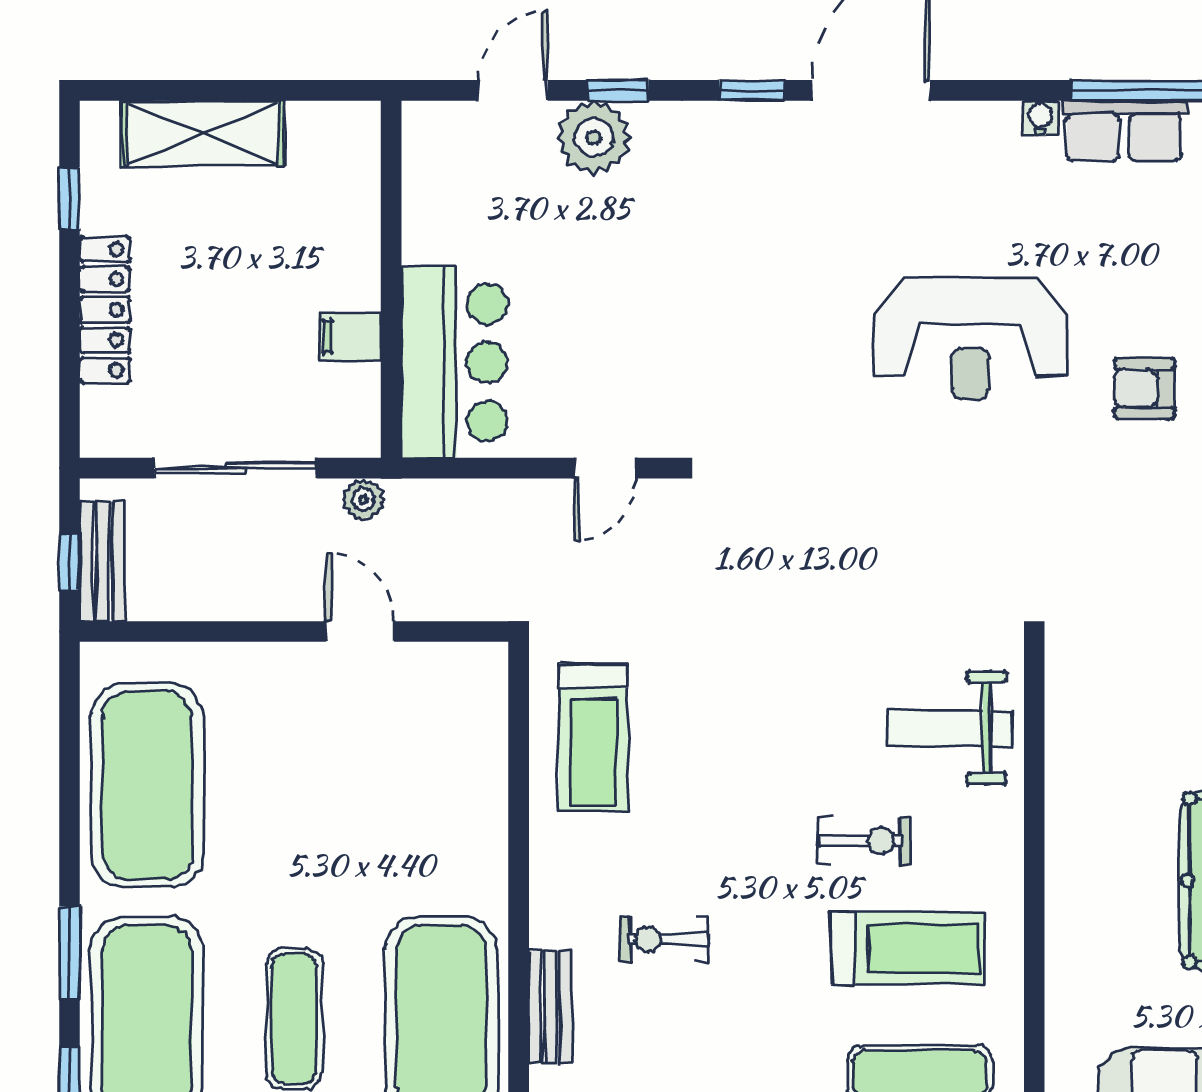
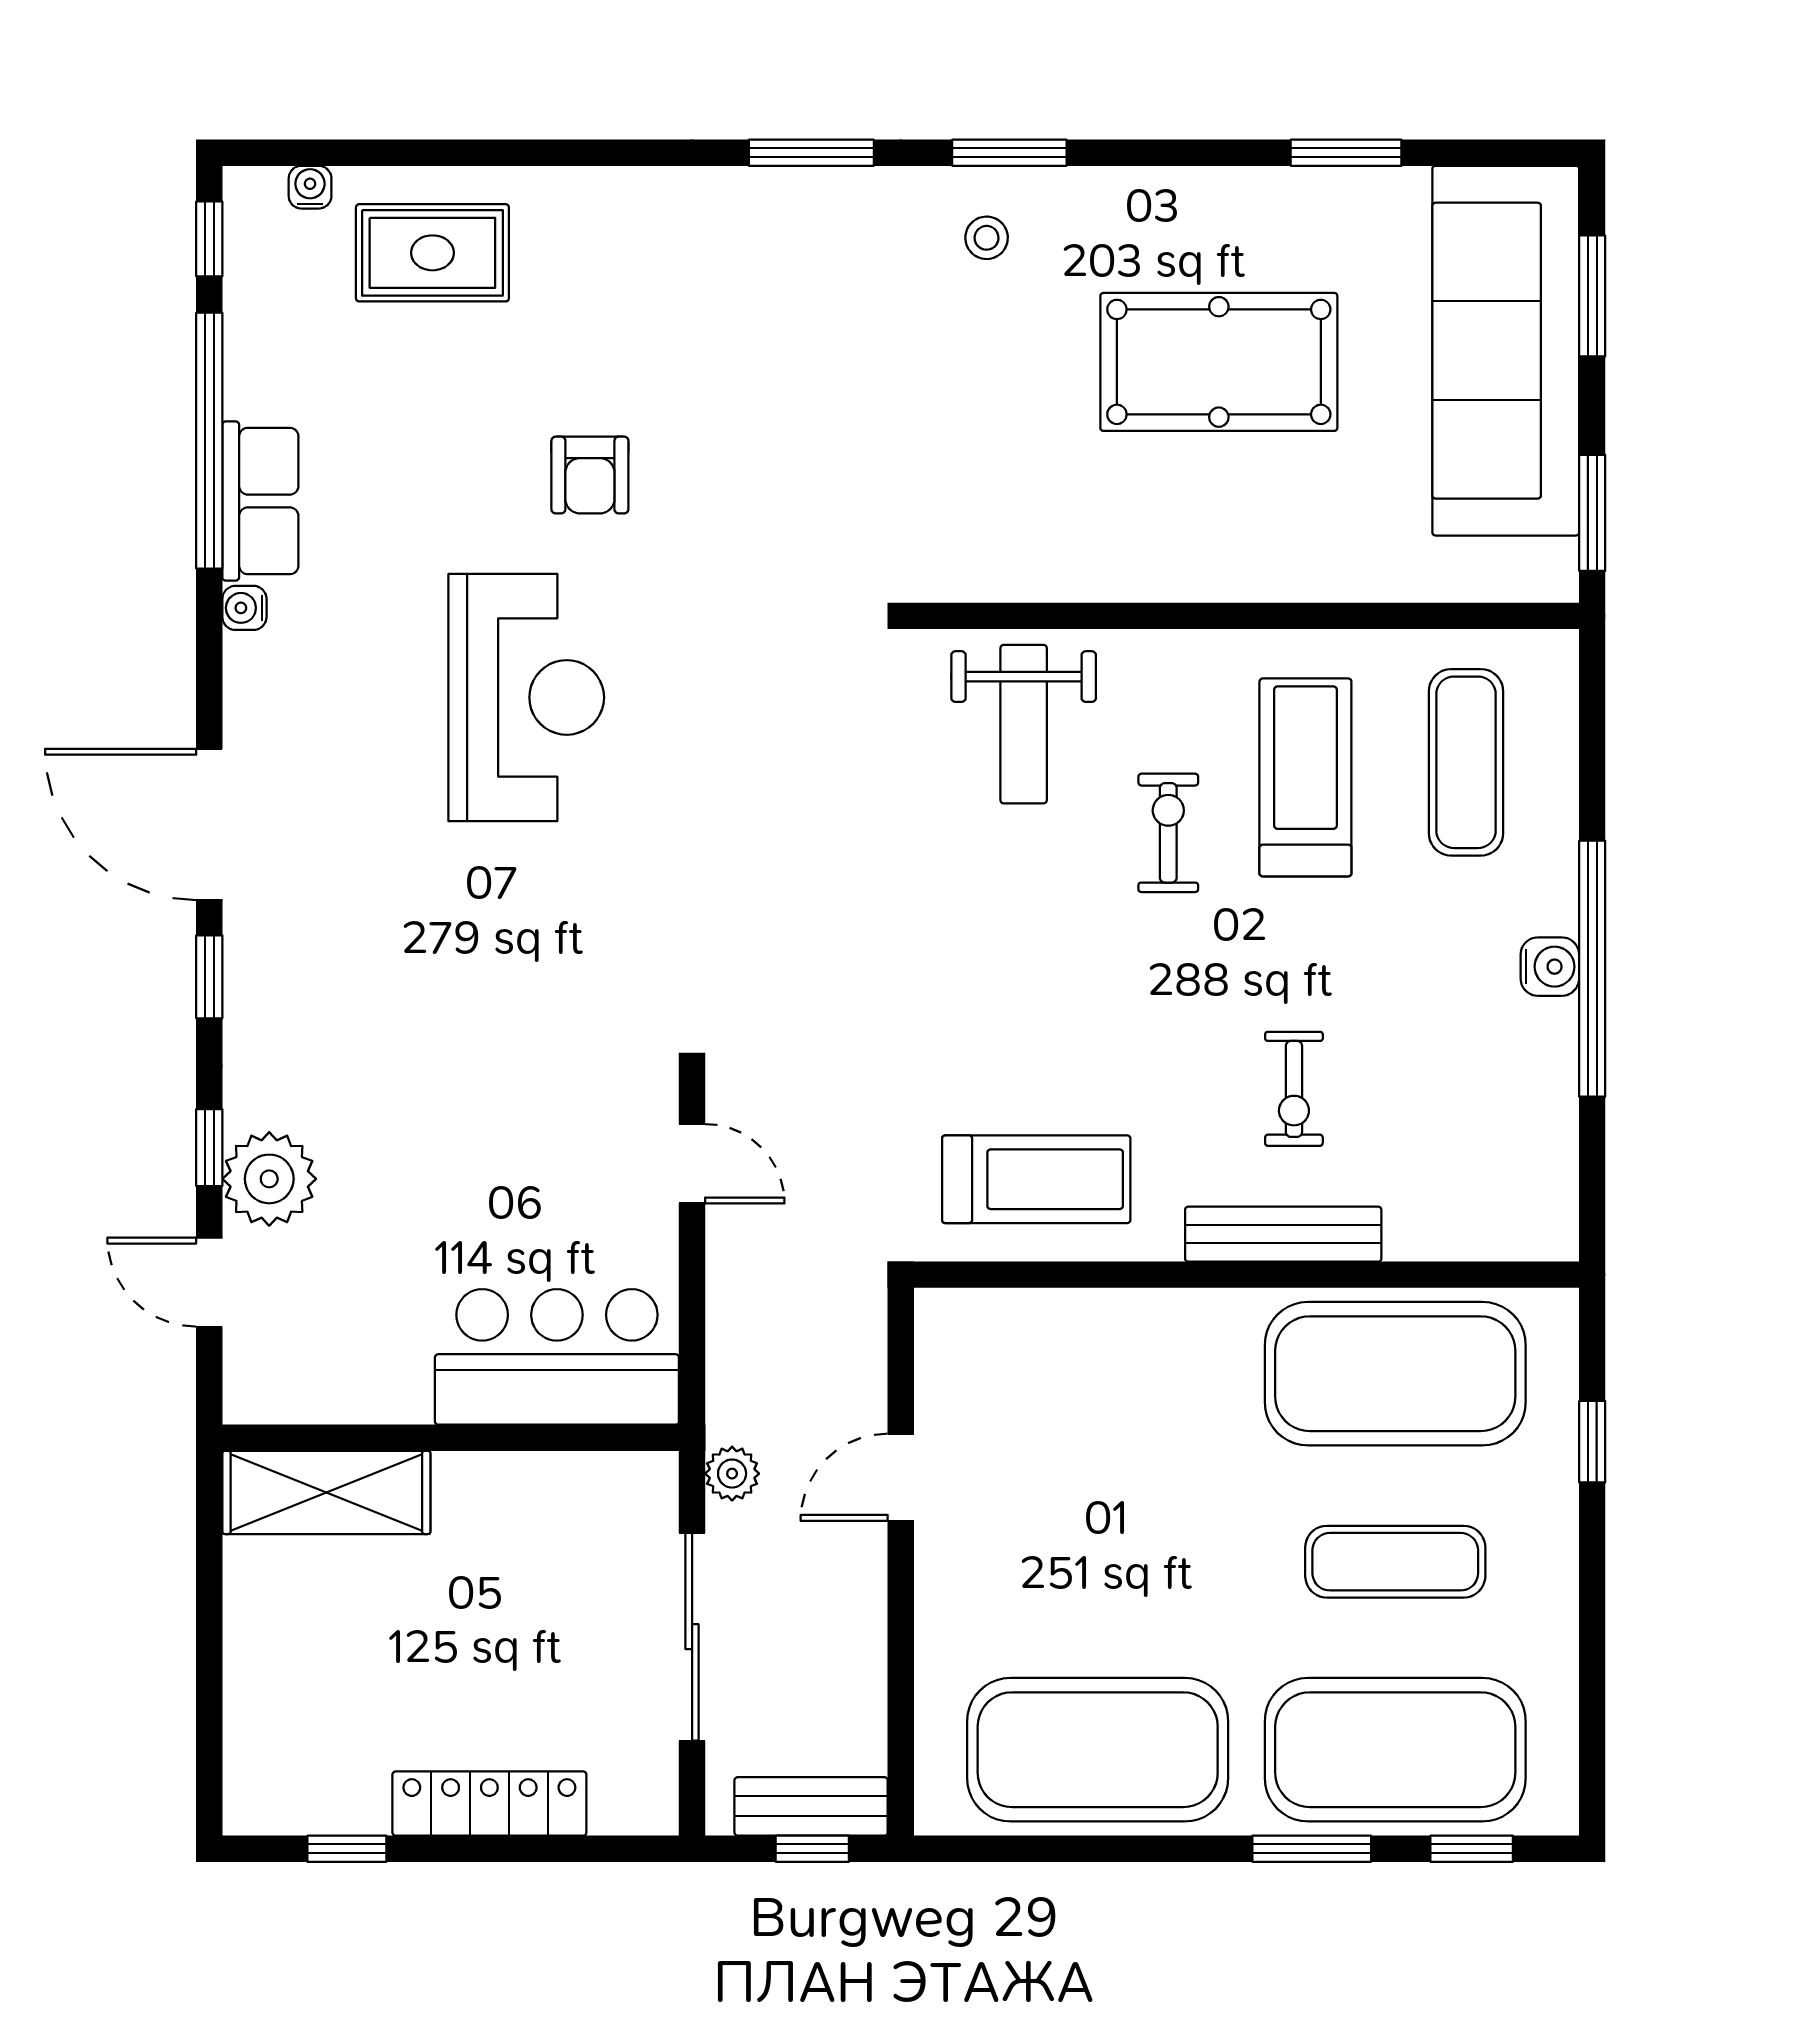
shelving: (203, 133) -> (326, 1492), moved, turned 90
filing cabinet: (350, 337) -> (524, 1491), removed
bench: (550, 1007) -> (1283, 1234), moved, width x1.36

